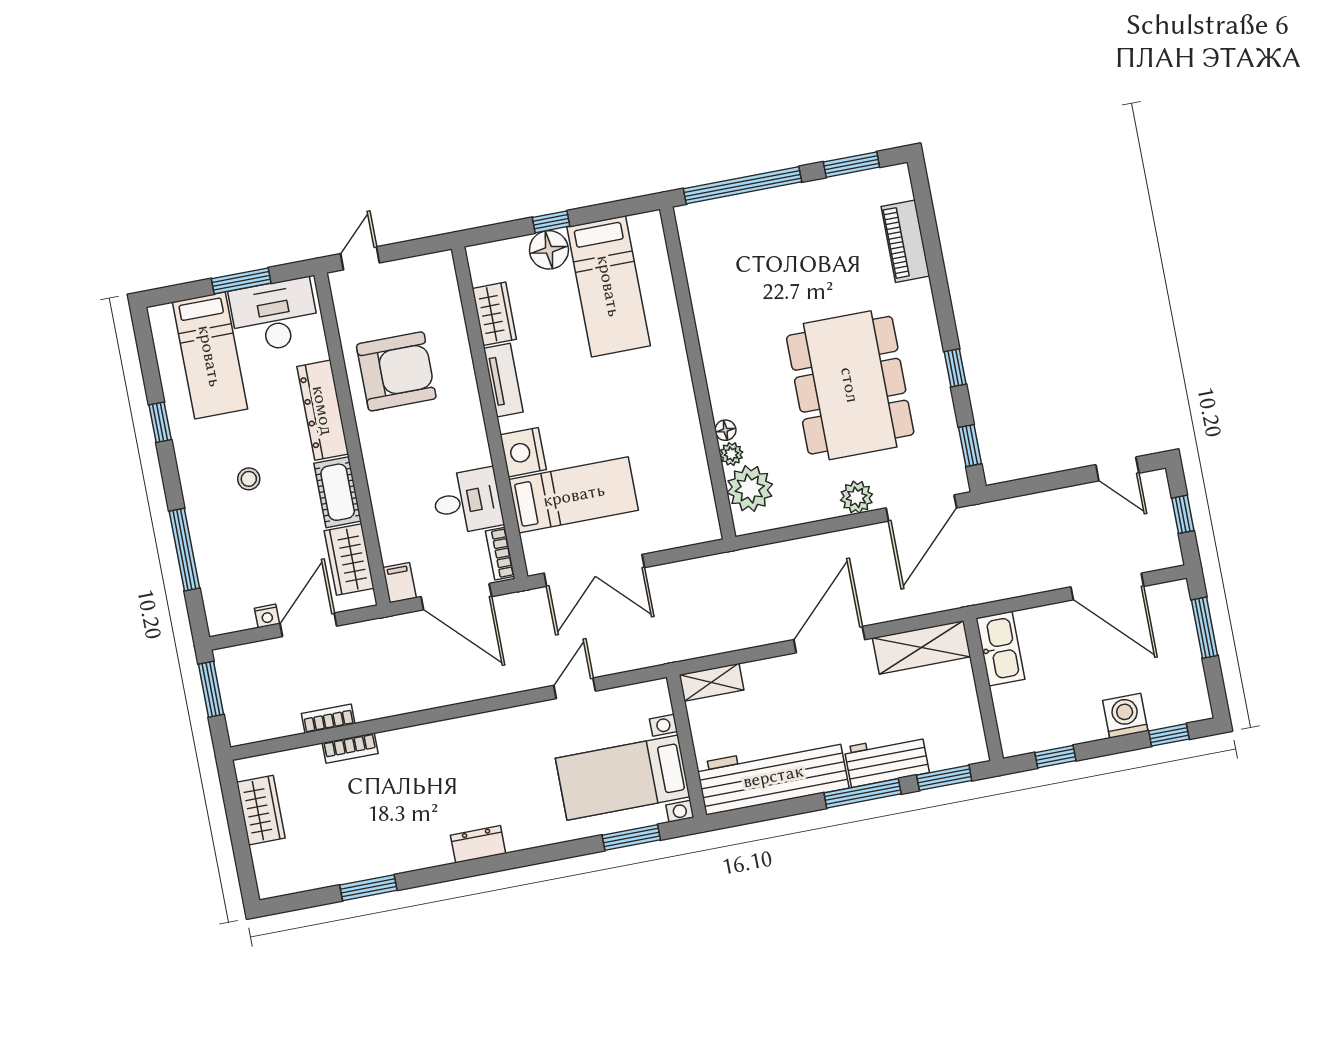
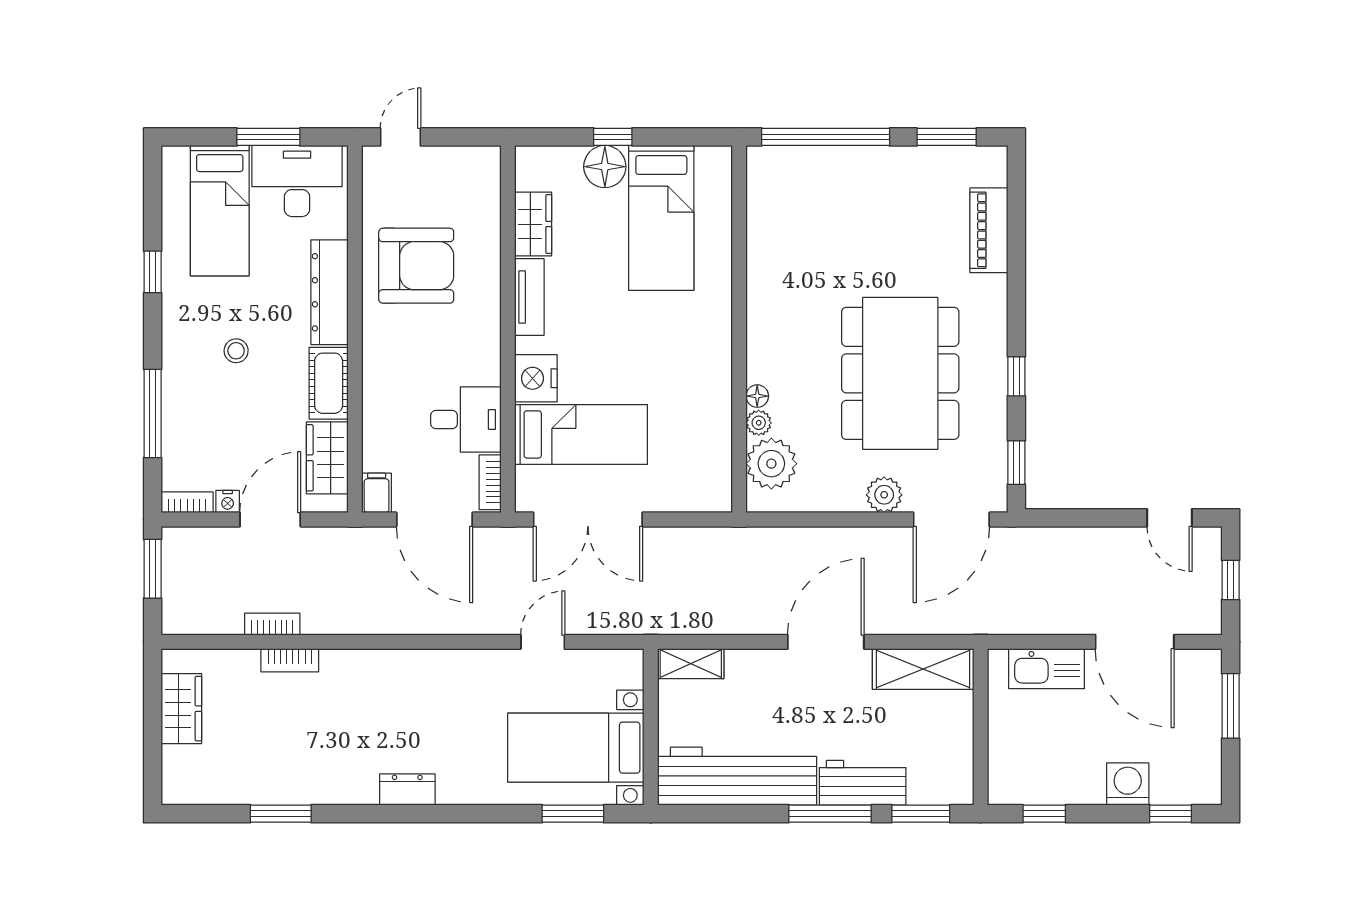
bookcase: (231, 624) -> (187, 502), added
kitchen sink: (1000, 649) -> (1047, 669), moved, turned 90

